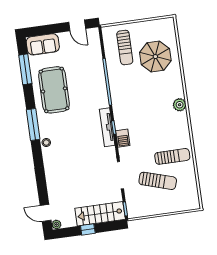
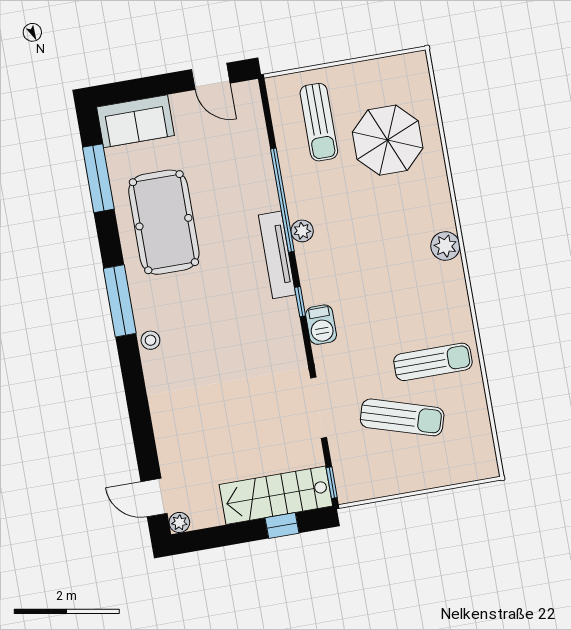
plant: (116, 96) -> (302, 231), added
tv unit: (107, 127) -> (277, 255), moved
window: (88, 229) -> (282, 525), moved

